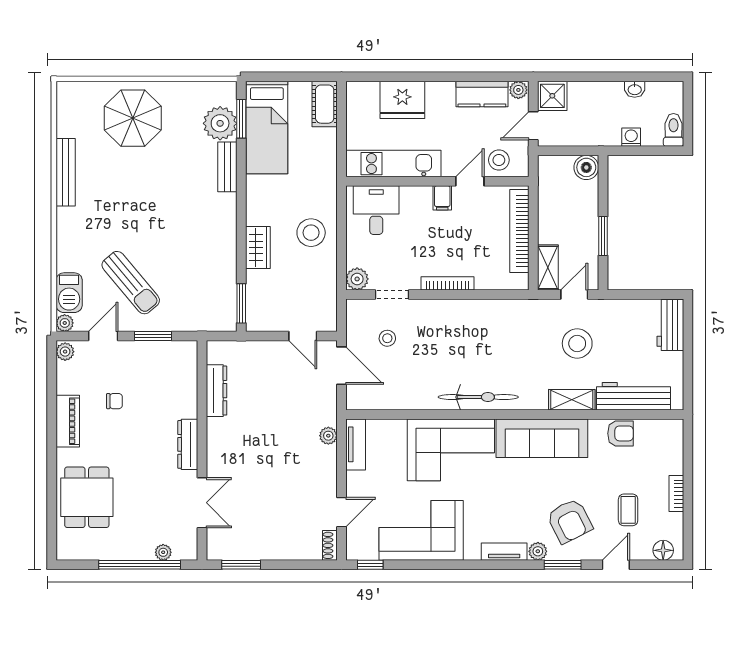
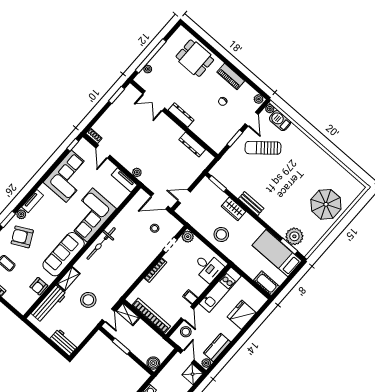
bench: (227, 167) -> (251, 204), moved
bench: (66, 172) -> (328, 160), removed

